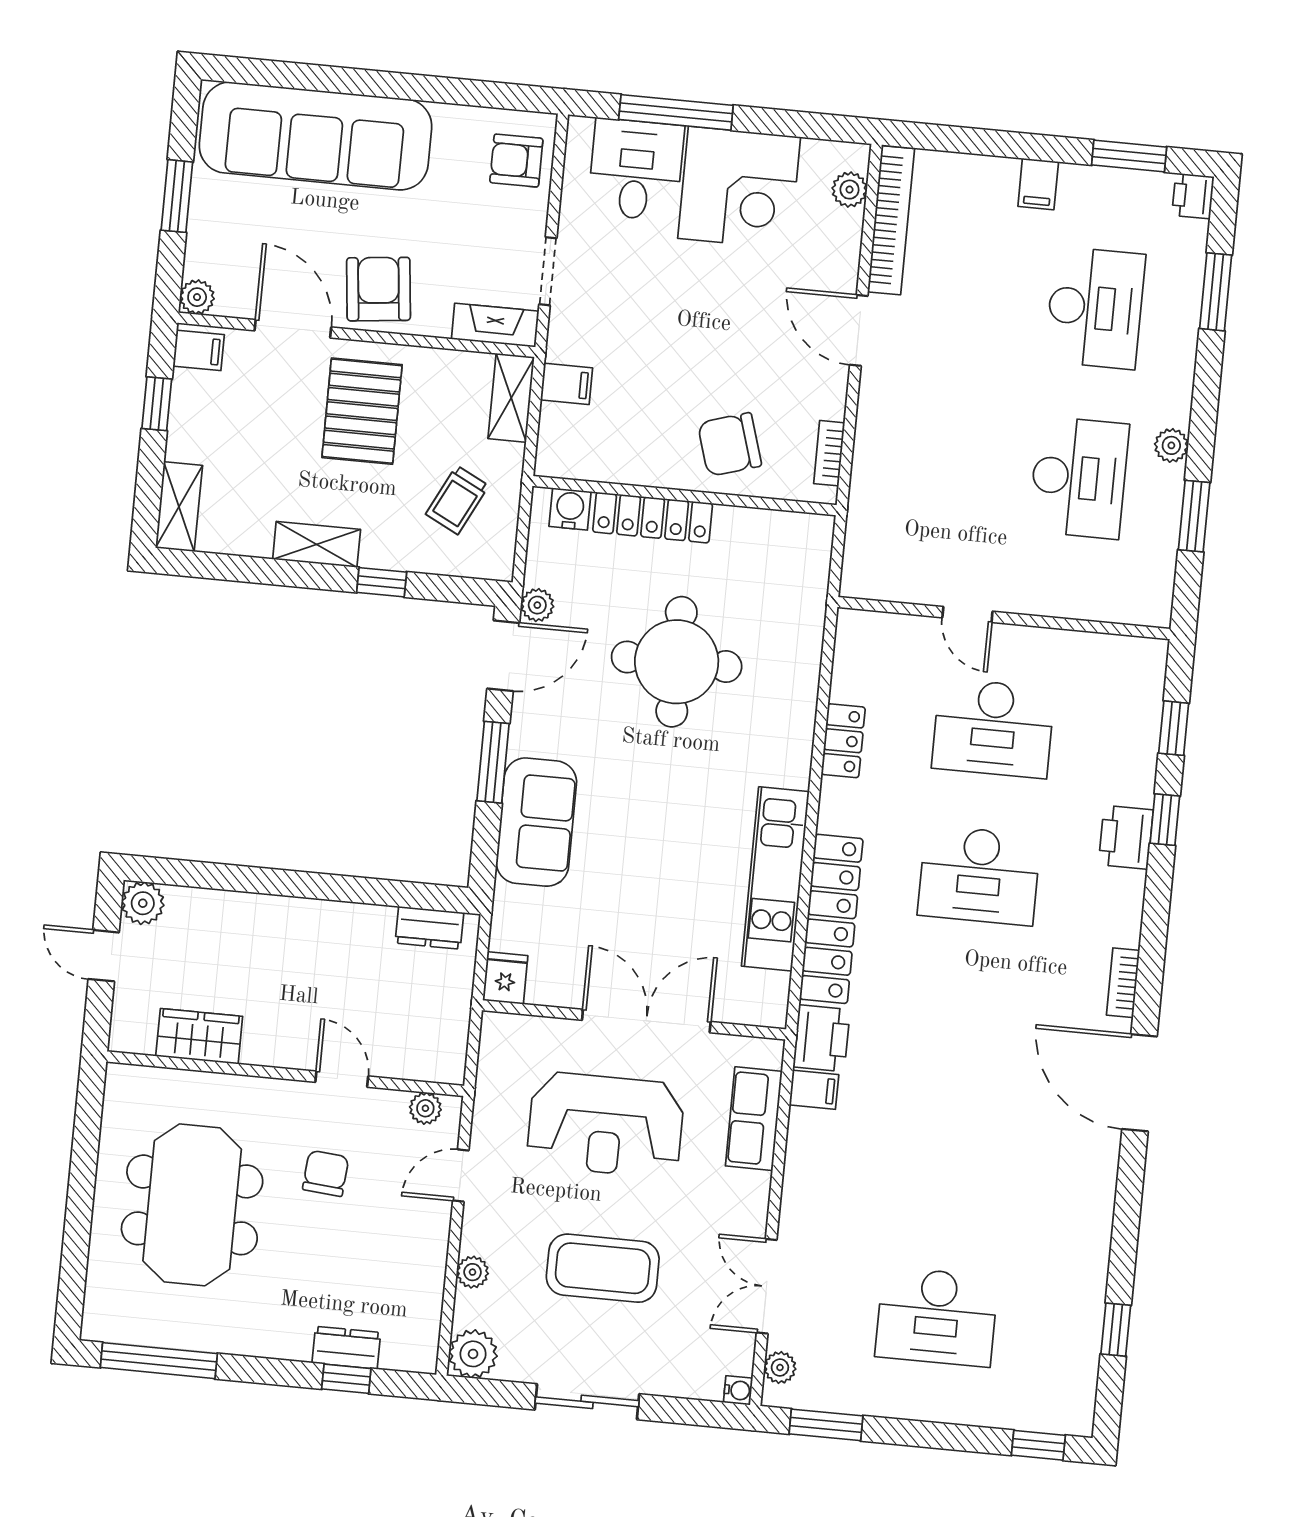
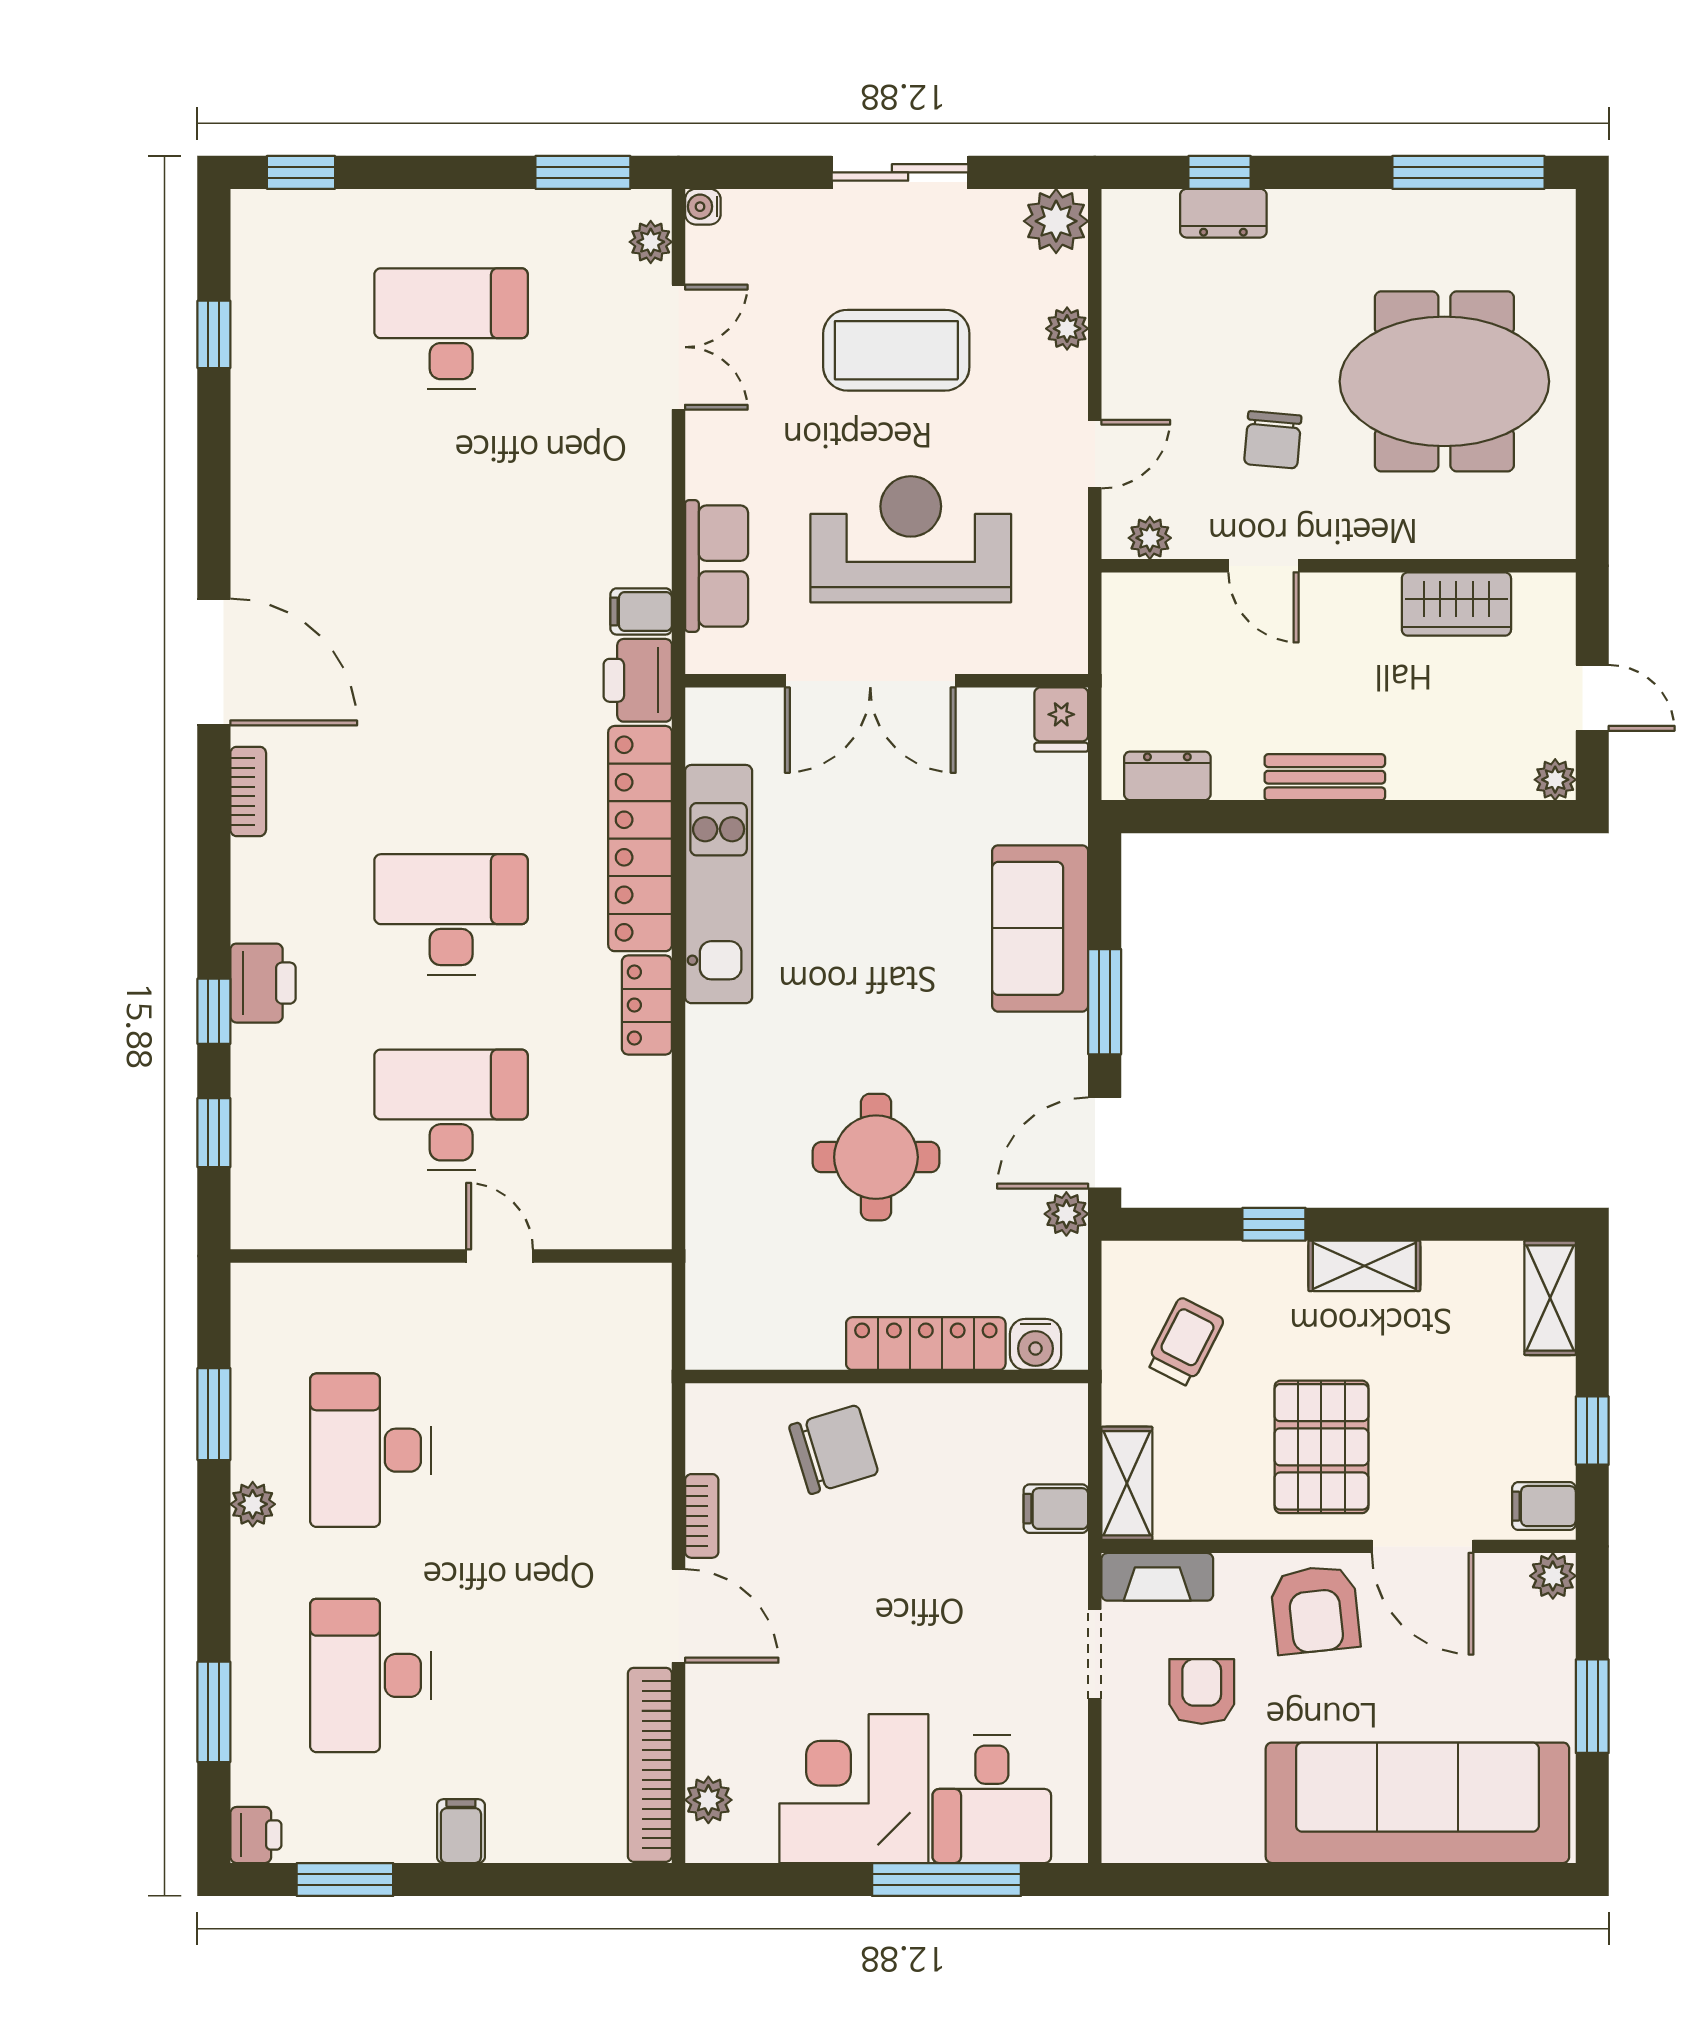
armchair: (516, 160) -> (1202, 1691), moved, turned -90
bookcase: (829, 453) -> (702, 1516), moved
round table: (677, 662) -> (876, 1157), width x0.73, depth x0.73
locker: (843, 741) -> (647, 1005), moved
plant: (143, 903) -> (1555, 780), width x0.73, depth x0.73
bench: (311, 915) -> (1325, 777), added
meeting table: (192, 1205) -> (1444, 381), turned 90

